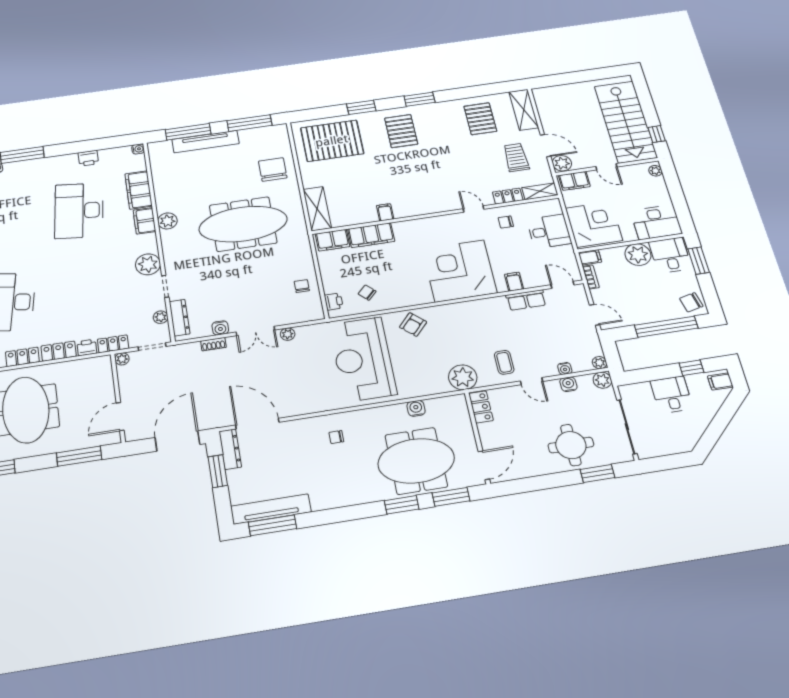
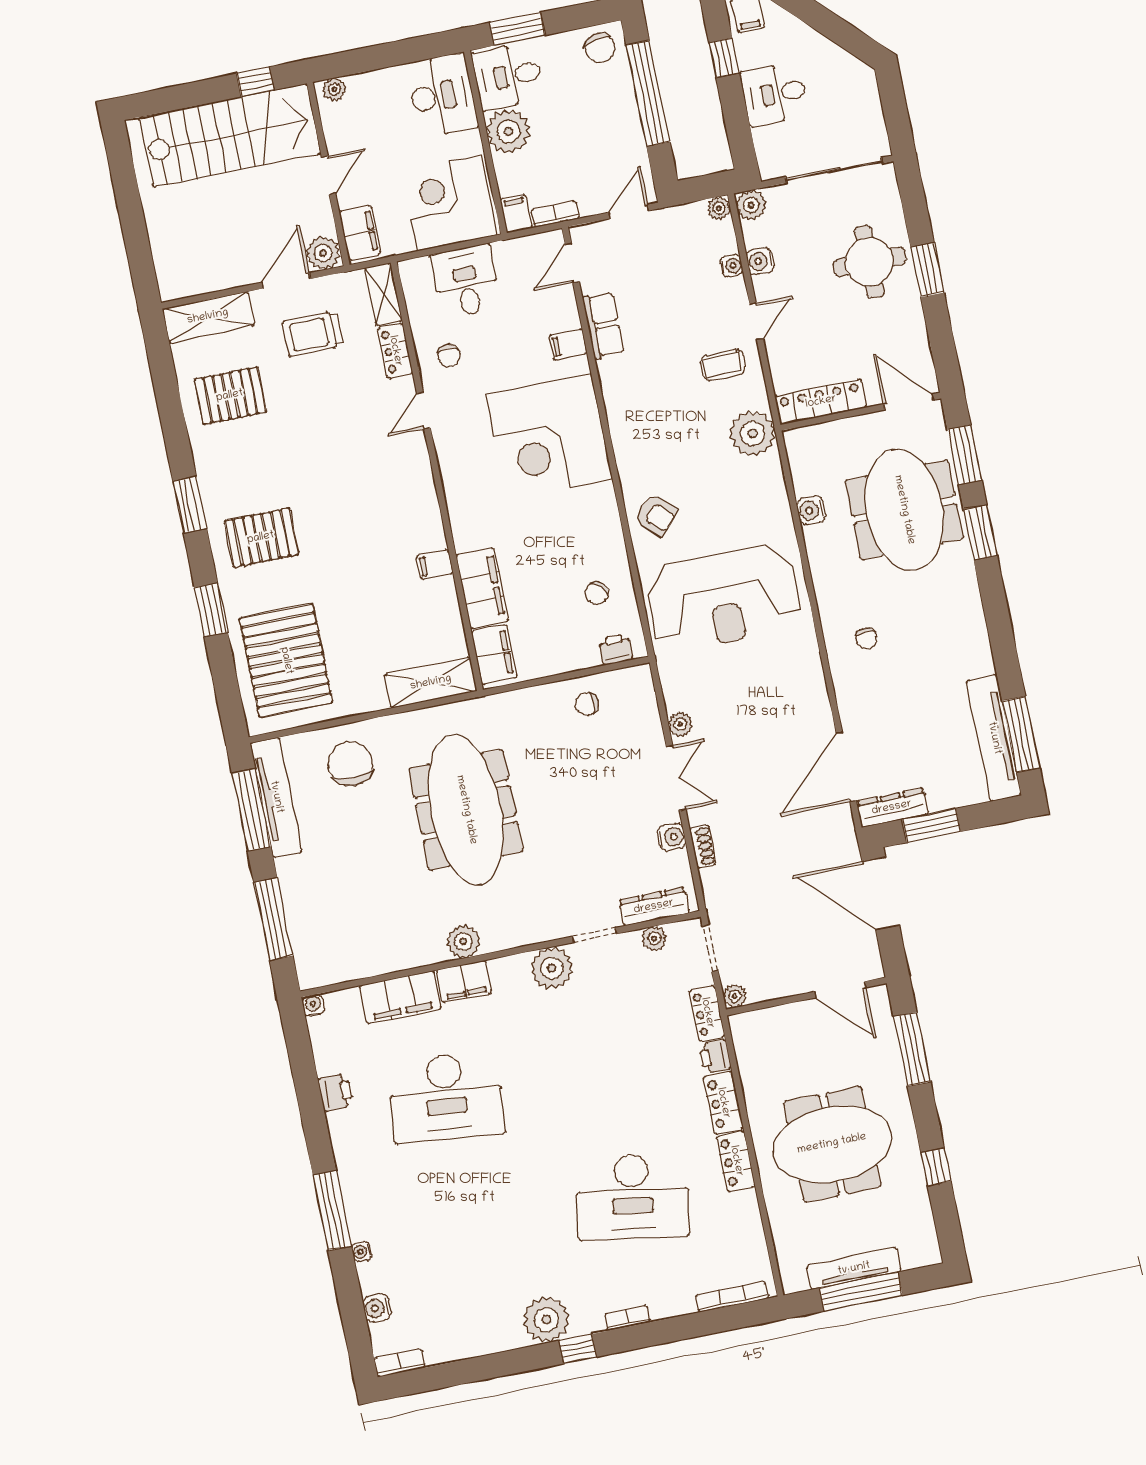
tv unit: (206, 142) -> (276, 797), moved
chair: (273, 169) -> (351, 764), turned 90
locker: (481, 407) -> (821, 402), width x1.53
window: (597, 474) -> (927, 270), moved

